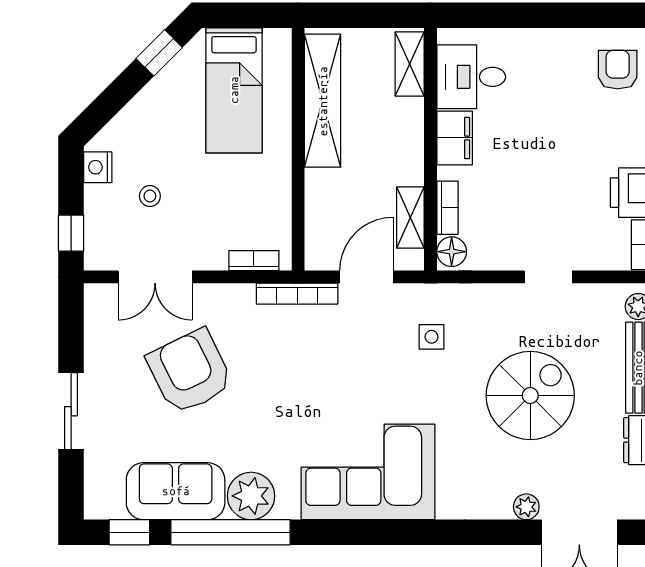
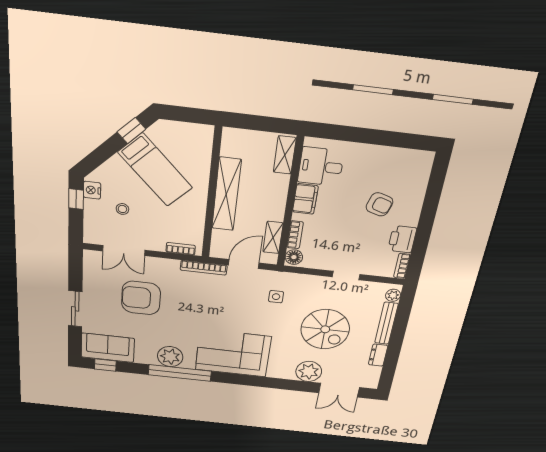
armchair: (618, 70) -> (379, 204), moved, turned 107
bed: (234, 90) -> (155, 170), moved, turned -45
shelving: (323, 101) -> (226, 194), moved
window: (71, 233) -> (76, 199), moved
armchair: (190, 372) -> (141, 298), turned -64
spiral stairs: (530, 395) -> (325, 329), turned 90
sofa: (176, 491) -> (108, 348), moved
plant: (526, 507) -> (309, 371), width x1.87, depth x1.87
window: (231, 532) -> (180, 373), moved

